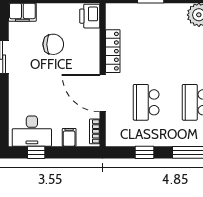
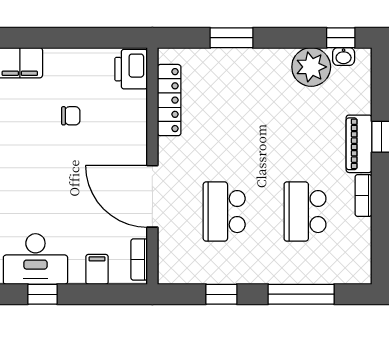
chair: (53, 44) -> (71, 116), width x0.54, depth x0.54
locker: (113, 51) -> (169, 100), moved

